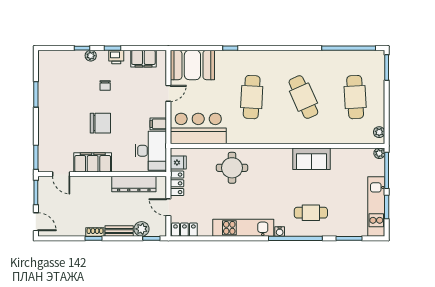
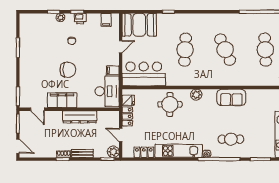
filing cabinet: (143, 59) -> (106, 20), width x0.50
plant: (266, 155) -> (196, 95), added
dresser: (134, 184) -> (80, 117), moved
plant: (142, 229) -> (113, 152), moved
locker: (184, 230) -> (144, 152), moved

